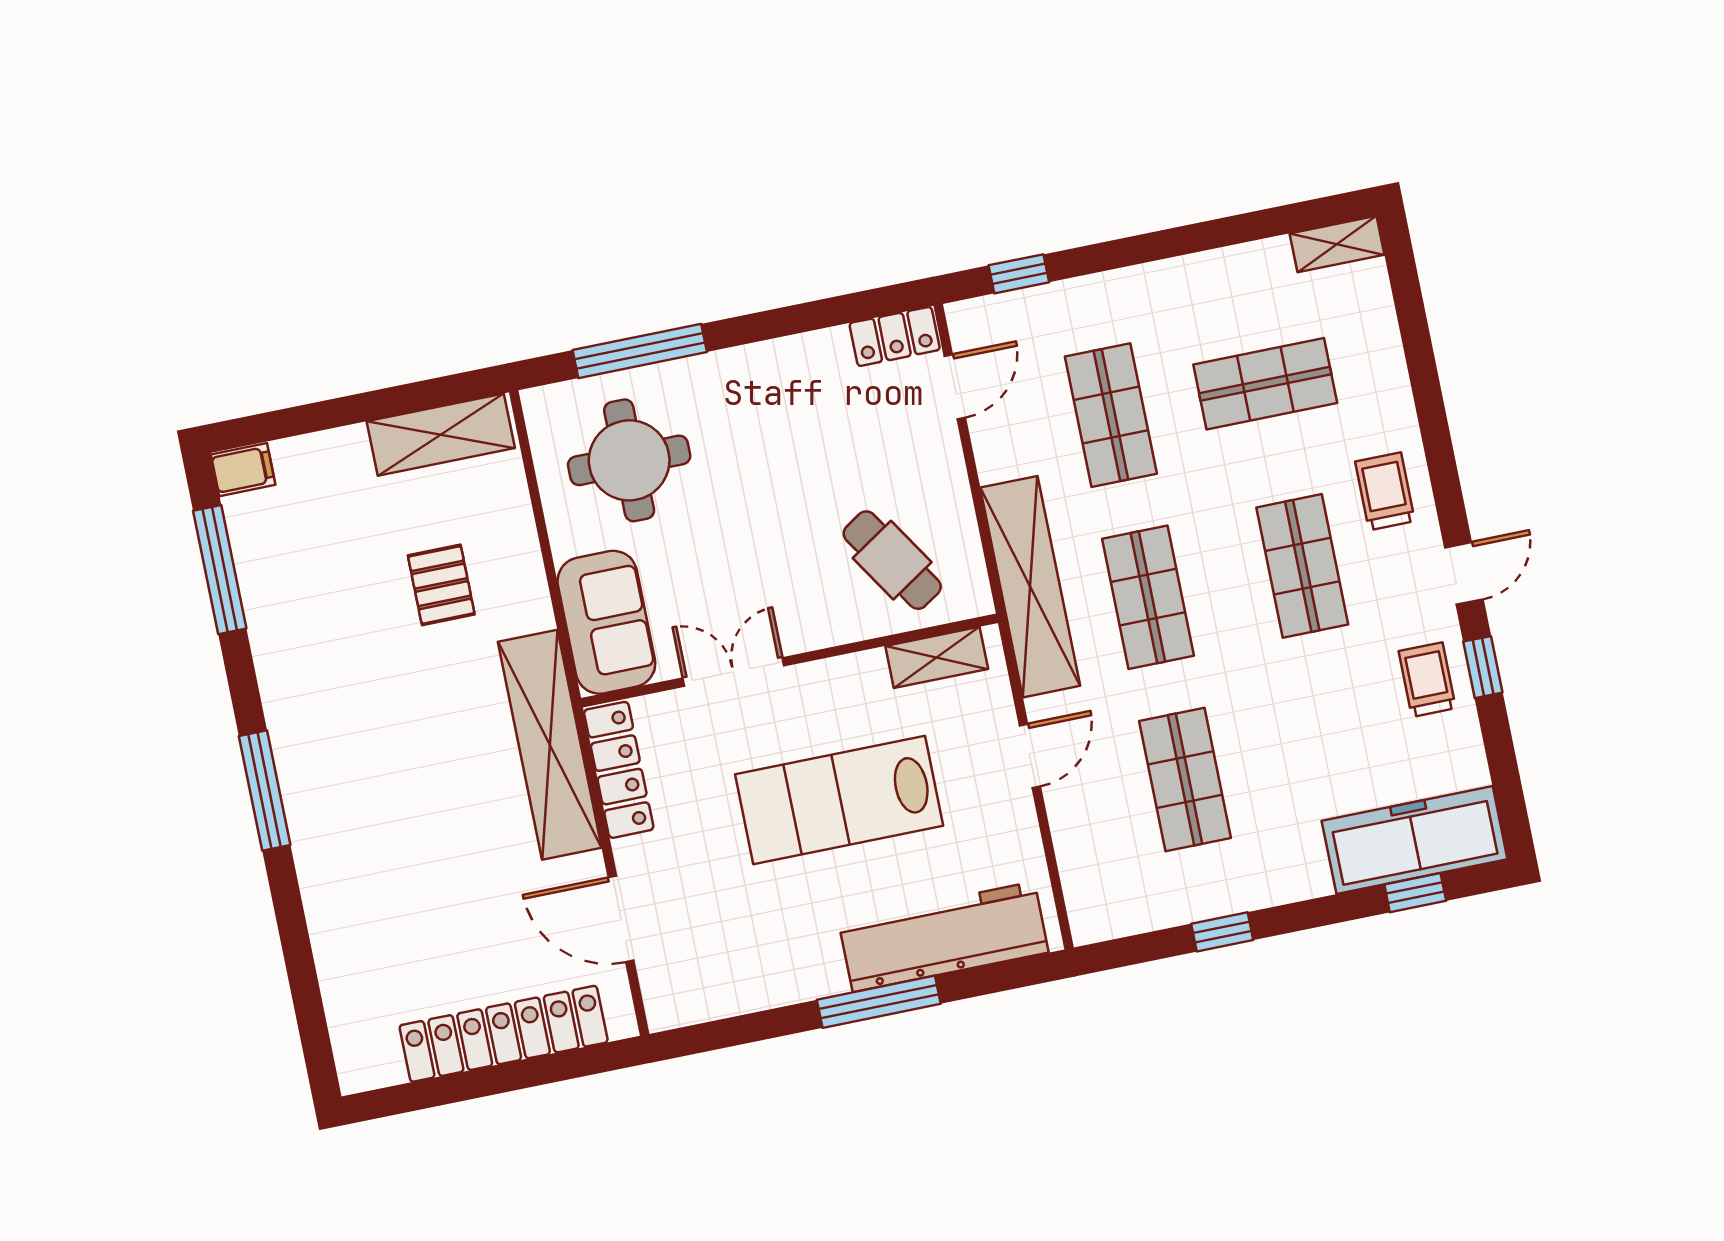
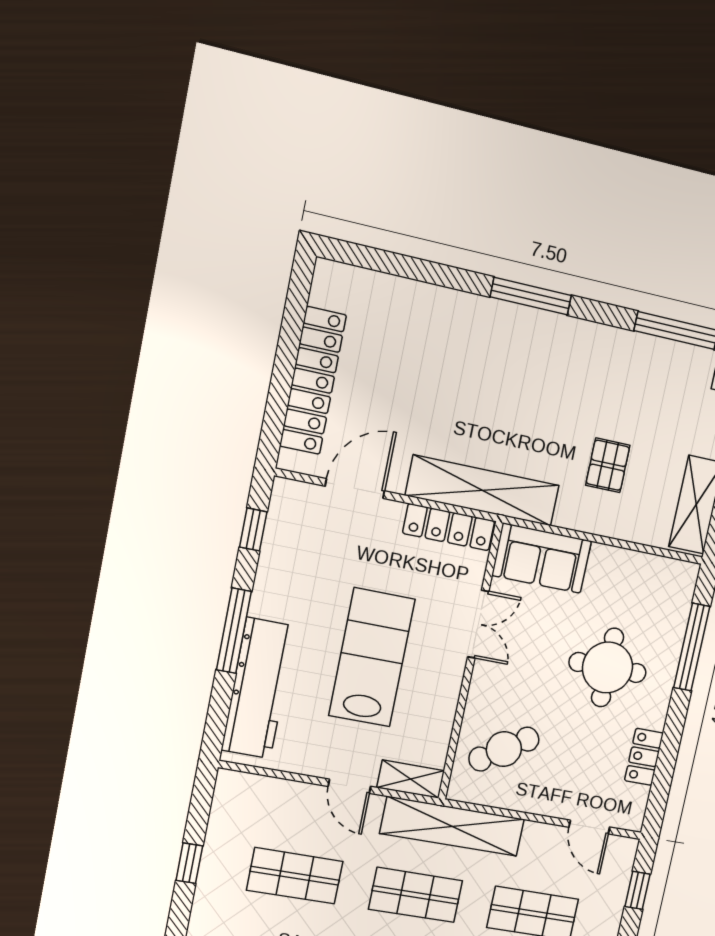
locker: (895, 336) -> (644, 757), moved
round table: (629, 460) -> (608, 668), moved
pallet: (441, 585) -> (608, 465), turned 90
shelving: (937, 657) -> (411, 779), moved, turned 90
window: (733, 1032) -> (253, 529), added

